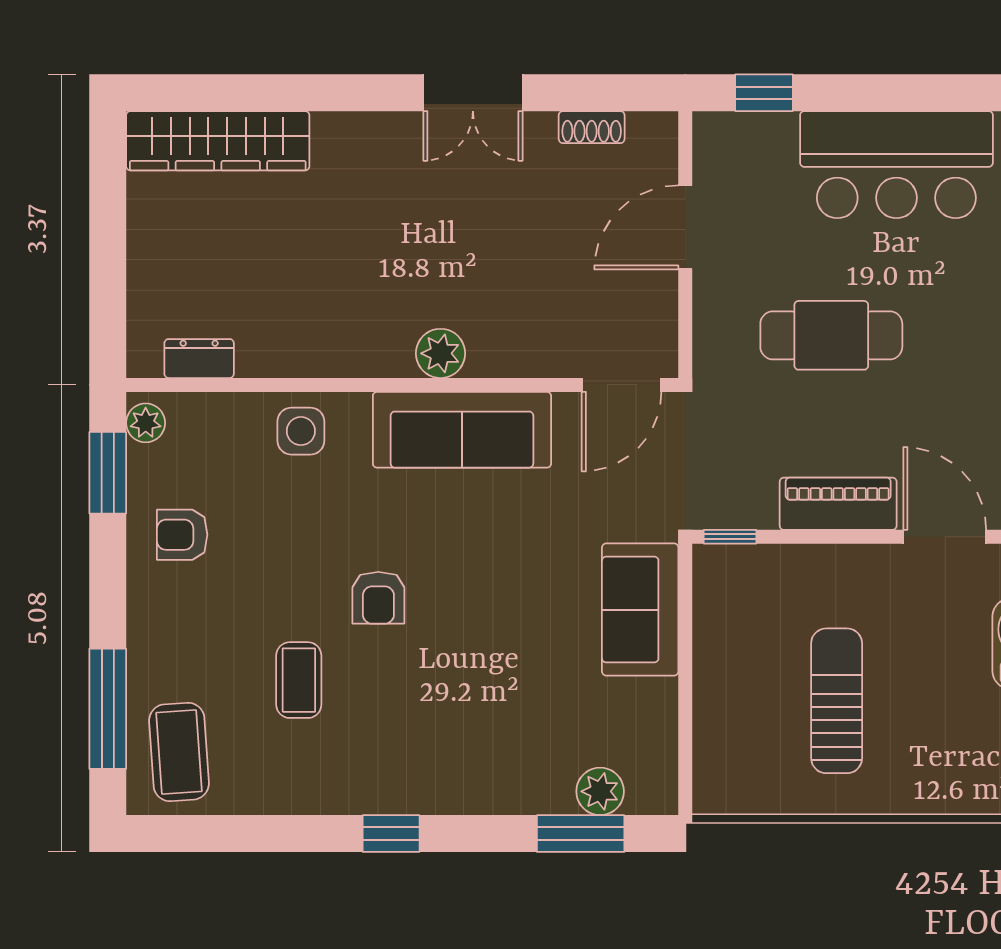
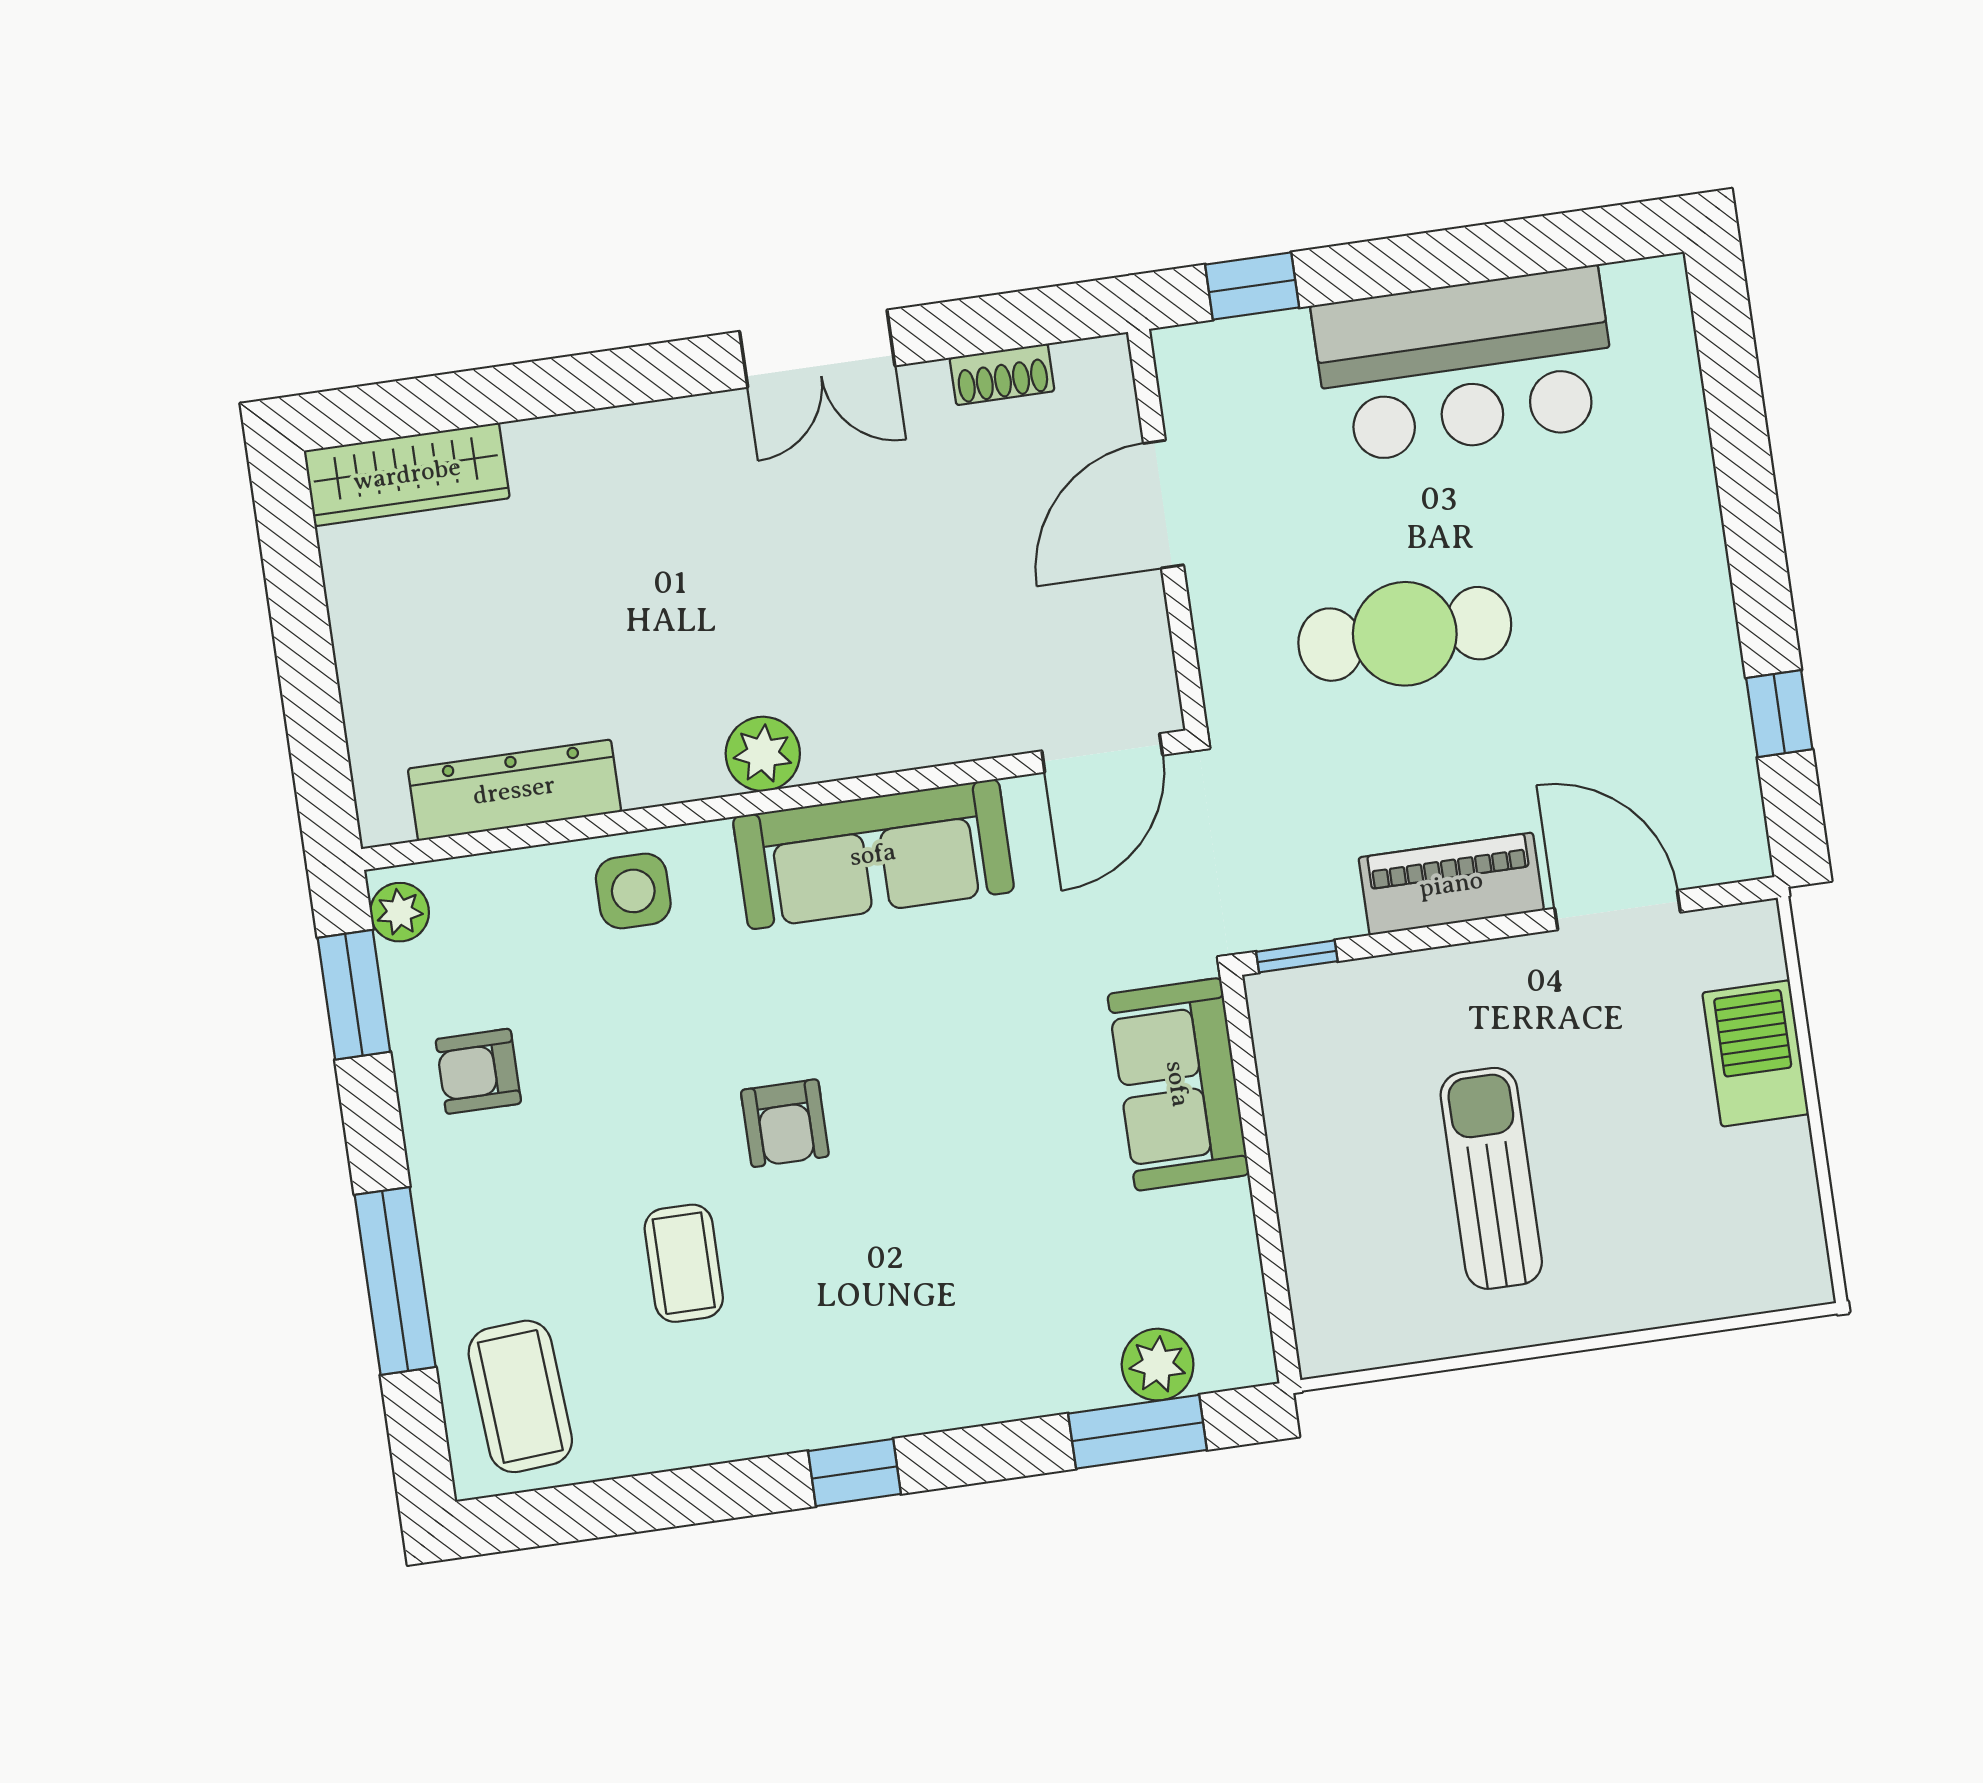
wardrobe: (218, 141) -> (407, 474), width x0.71, depth x0.85
plant: (441, 353) -> (763, 754), moved
dresser: (199, 359) -> (514, 790), width x1.96, depth x1.24
window: (108, 709) -> (395, 1281), moved

